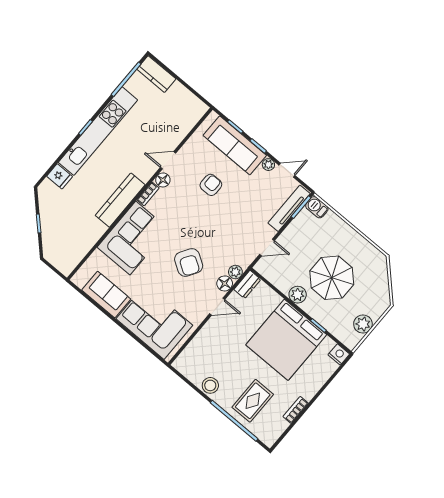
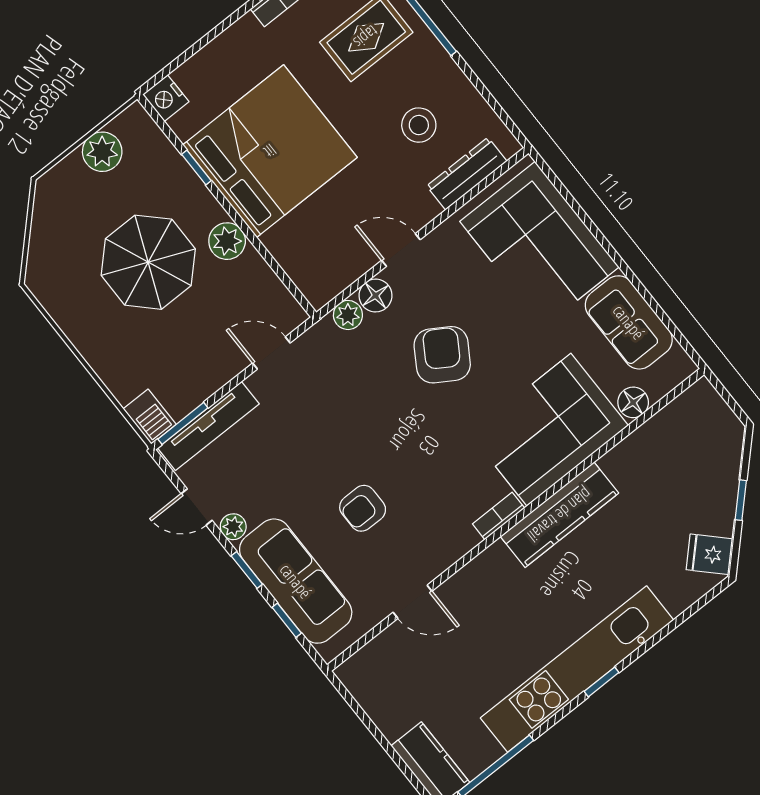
door: (168, 160) -> (412, 602), moved
fridge: (60, 176) -> (709, 554), moved, turned -45
floor lamp: (163, 180) -> (633, 402), moved
dresser: (247, 284) -> (467, 174), moved, width x1.44
stool: (210, 385) -> (419, 125), moved

